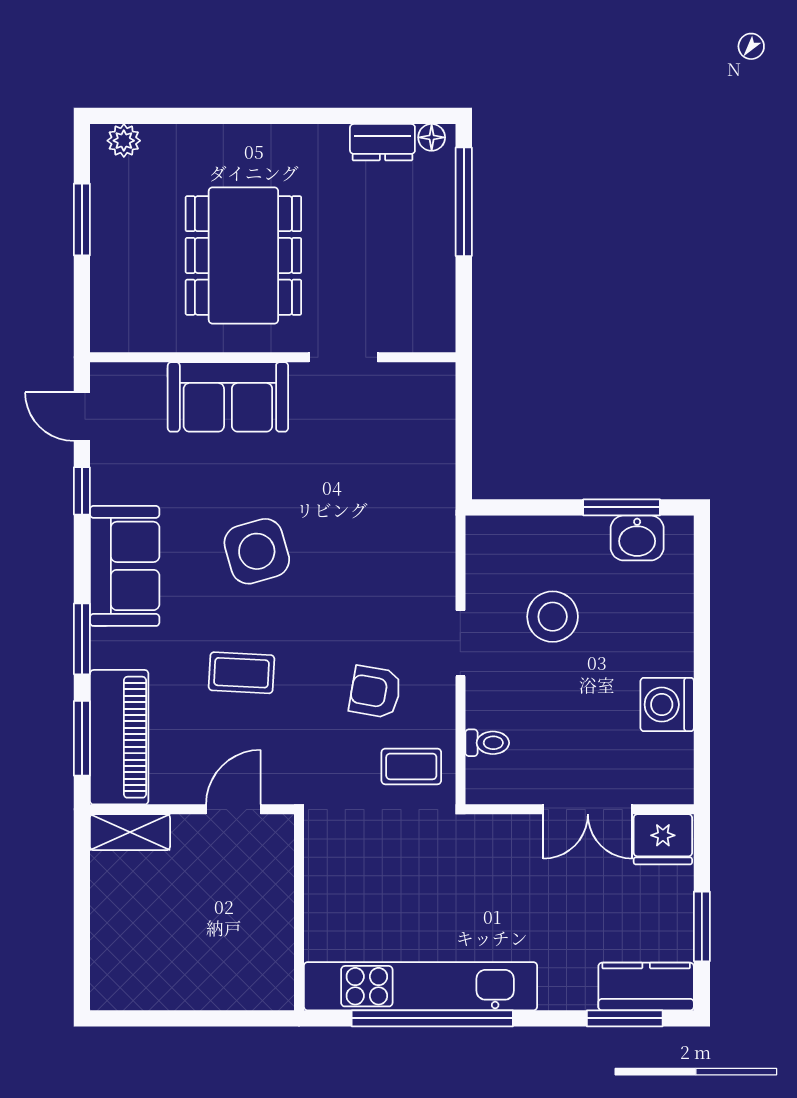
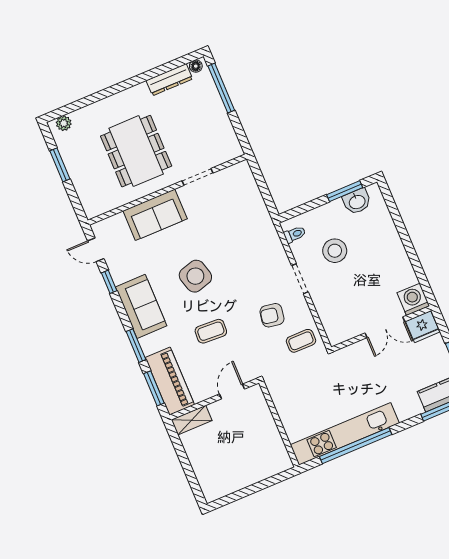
dresser: (382, 142) -> (169, 80), width x1.44
washing machine: (667, 705) -> (413, 299), moved, turned 90
toilet: (487, 743) -> (295, 234), moved

